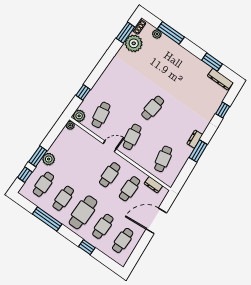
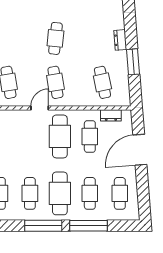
window: (198, 151) -> (133, 62), moved
cafe table: (110, 175) -> (60, 136), width x1.37, depth x1.35
window: (47, 219) -> (43, 226), moved
window: (87, 247) -> (89, 226), width x2.17

